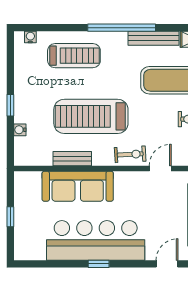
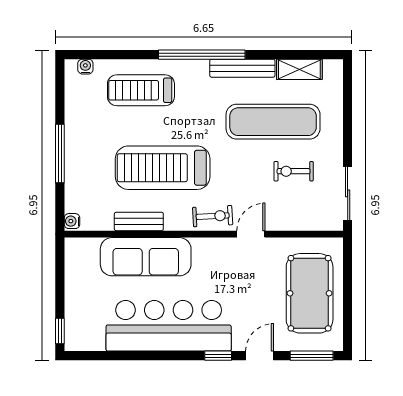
treadmill: (74, 56) -> (141, 90), turned 180
window: (10, 105) -> (60, 154), width x2.17
water cooler: (20, 130) -> (72, 221), moved
window: (10, 217) -> (60, 331), moved
window: (99, 264) -> (218, 356), moved

